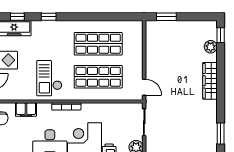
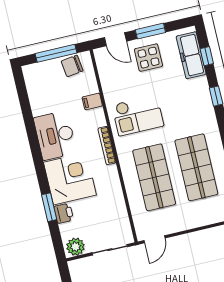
checkout: (49, 78) -> (138, 115), turned 180
filing cabinet: (26, 110) -> (92, 101), width x0.50

